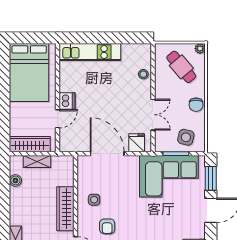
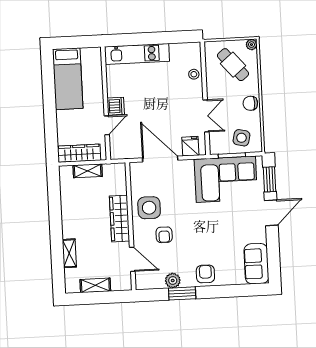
bed: (29, 72) -> (68, 79), width x0.67
chair: (196, 105) -> (250, 103), turned 90
boiler: (15, 180) -> (66, 192), removed
side table: (94, 200) -> (149, 208), width x1.87, depth x1.87

